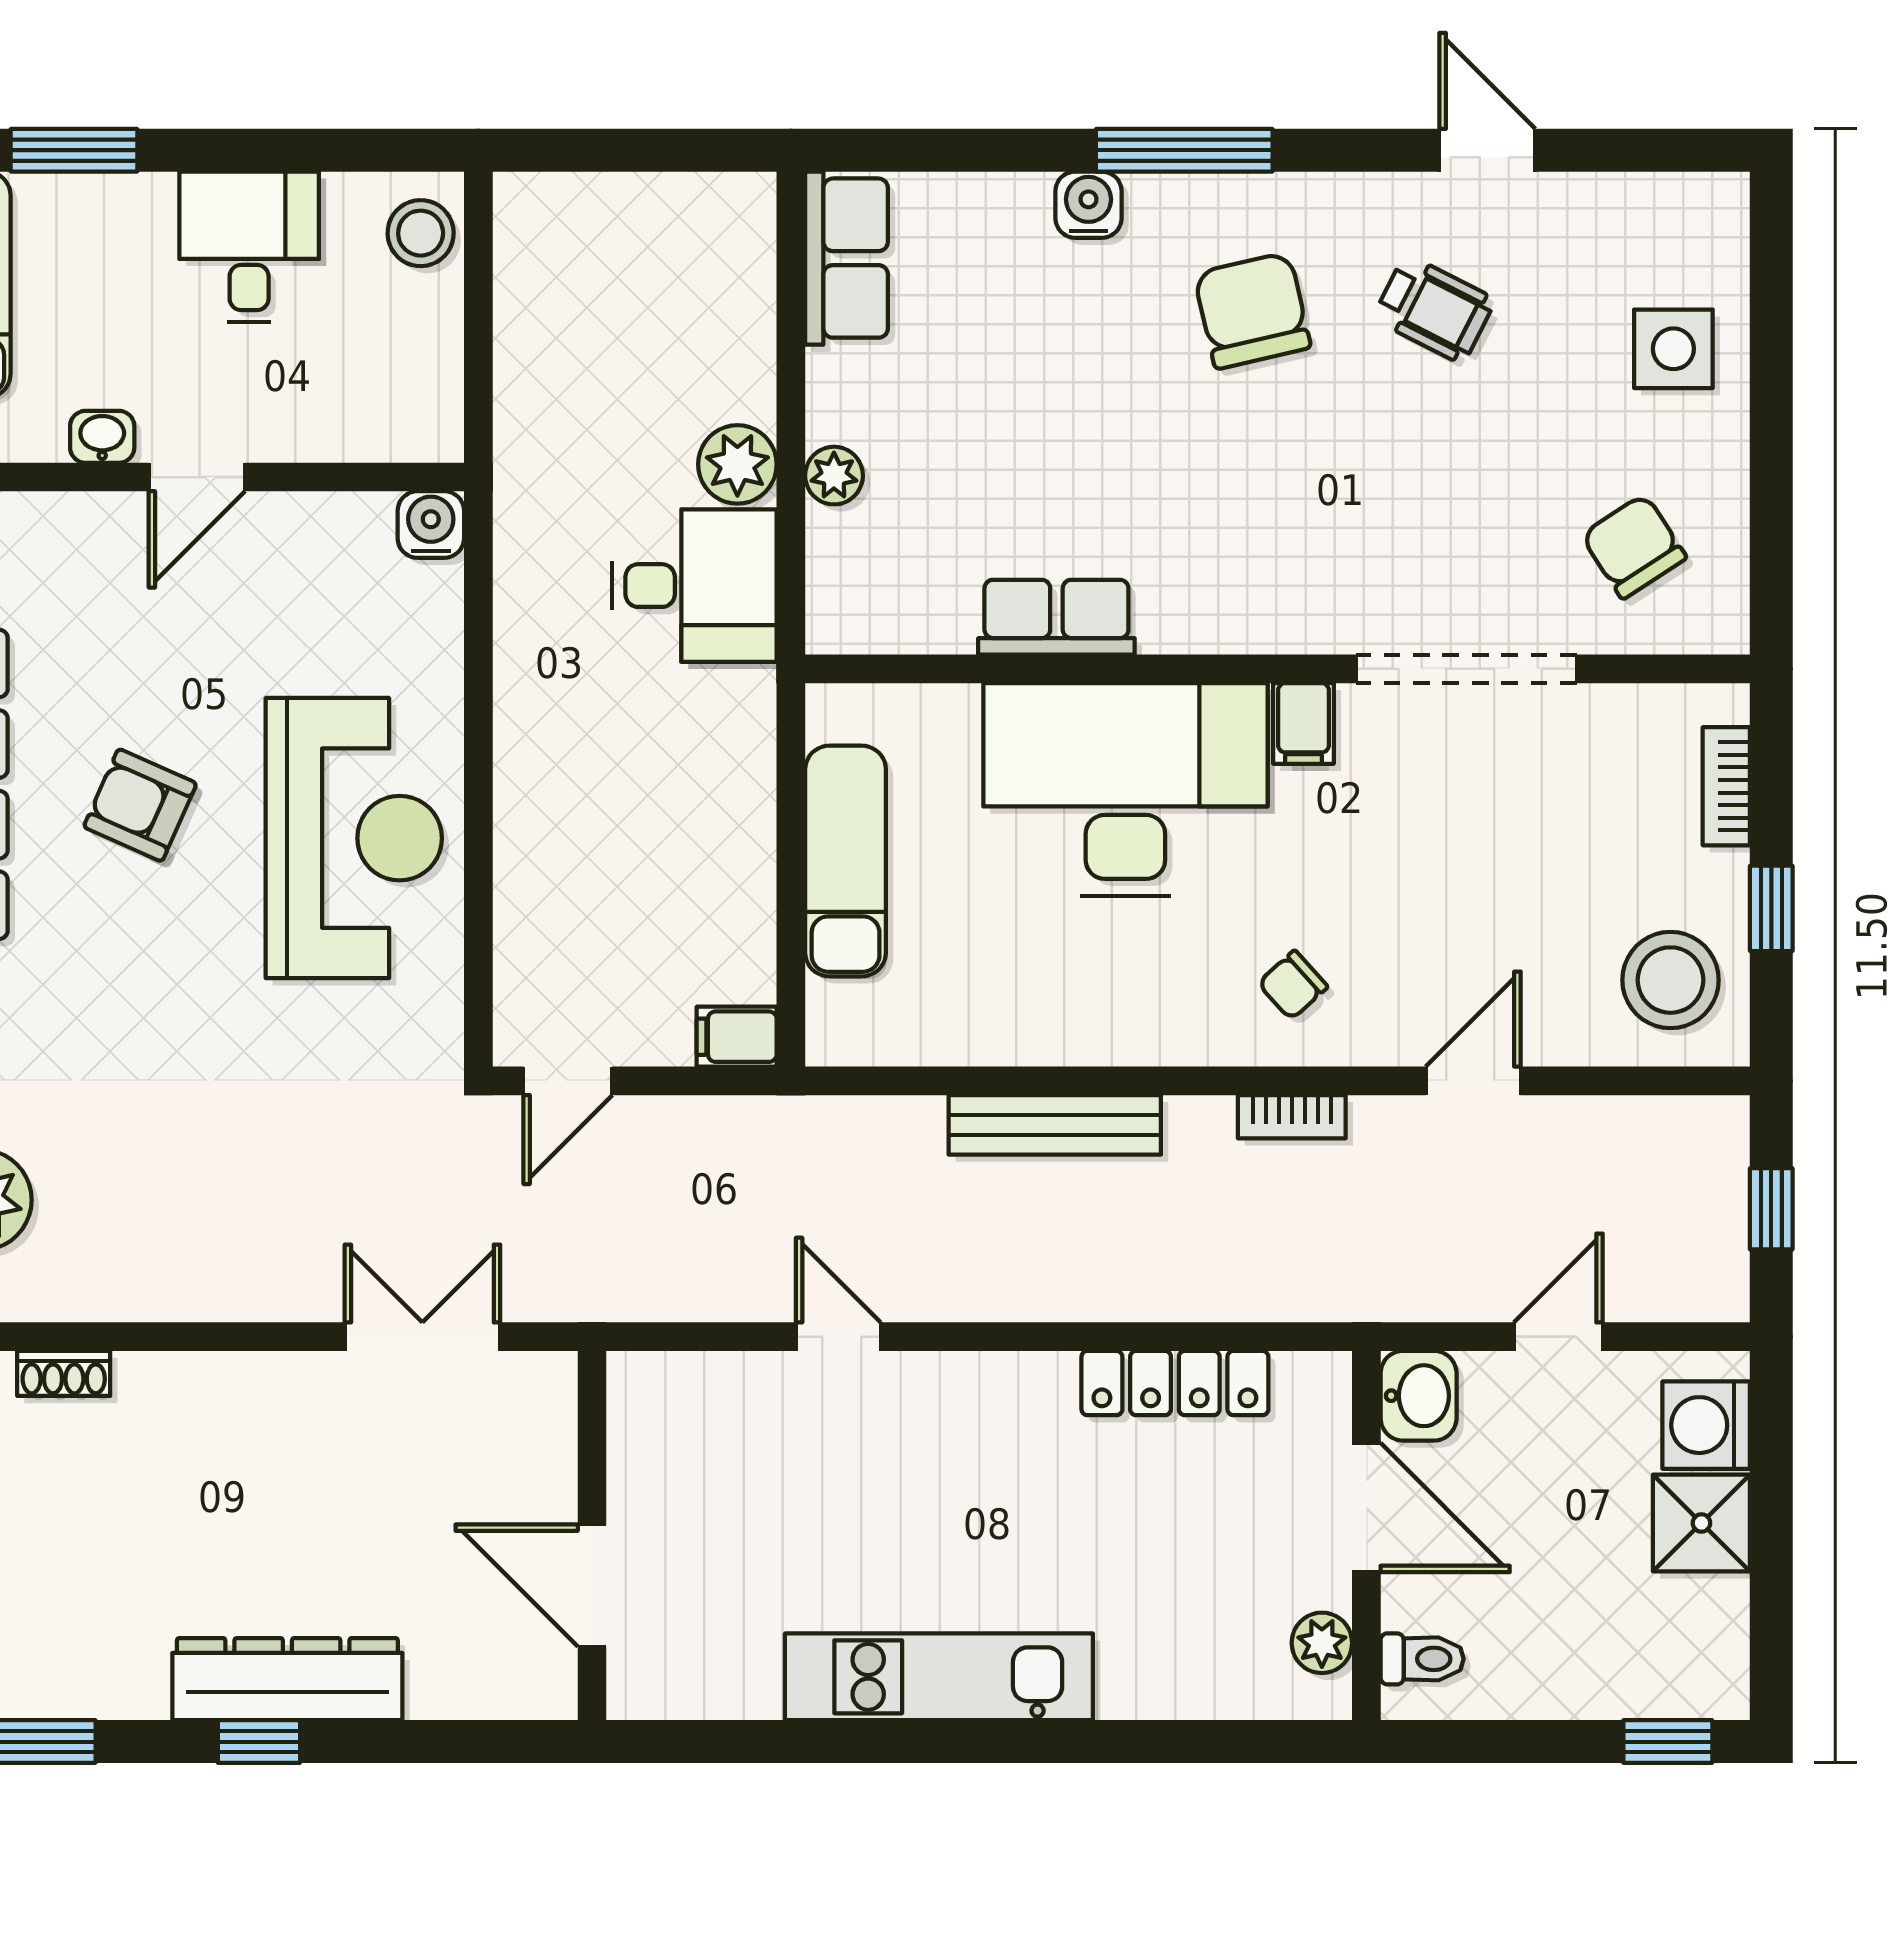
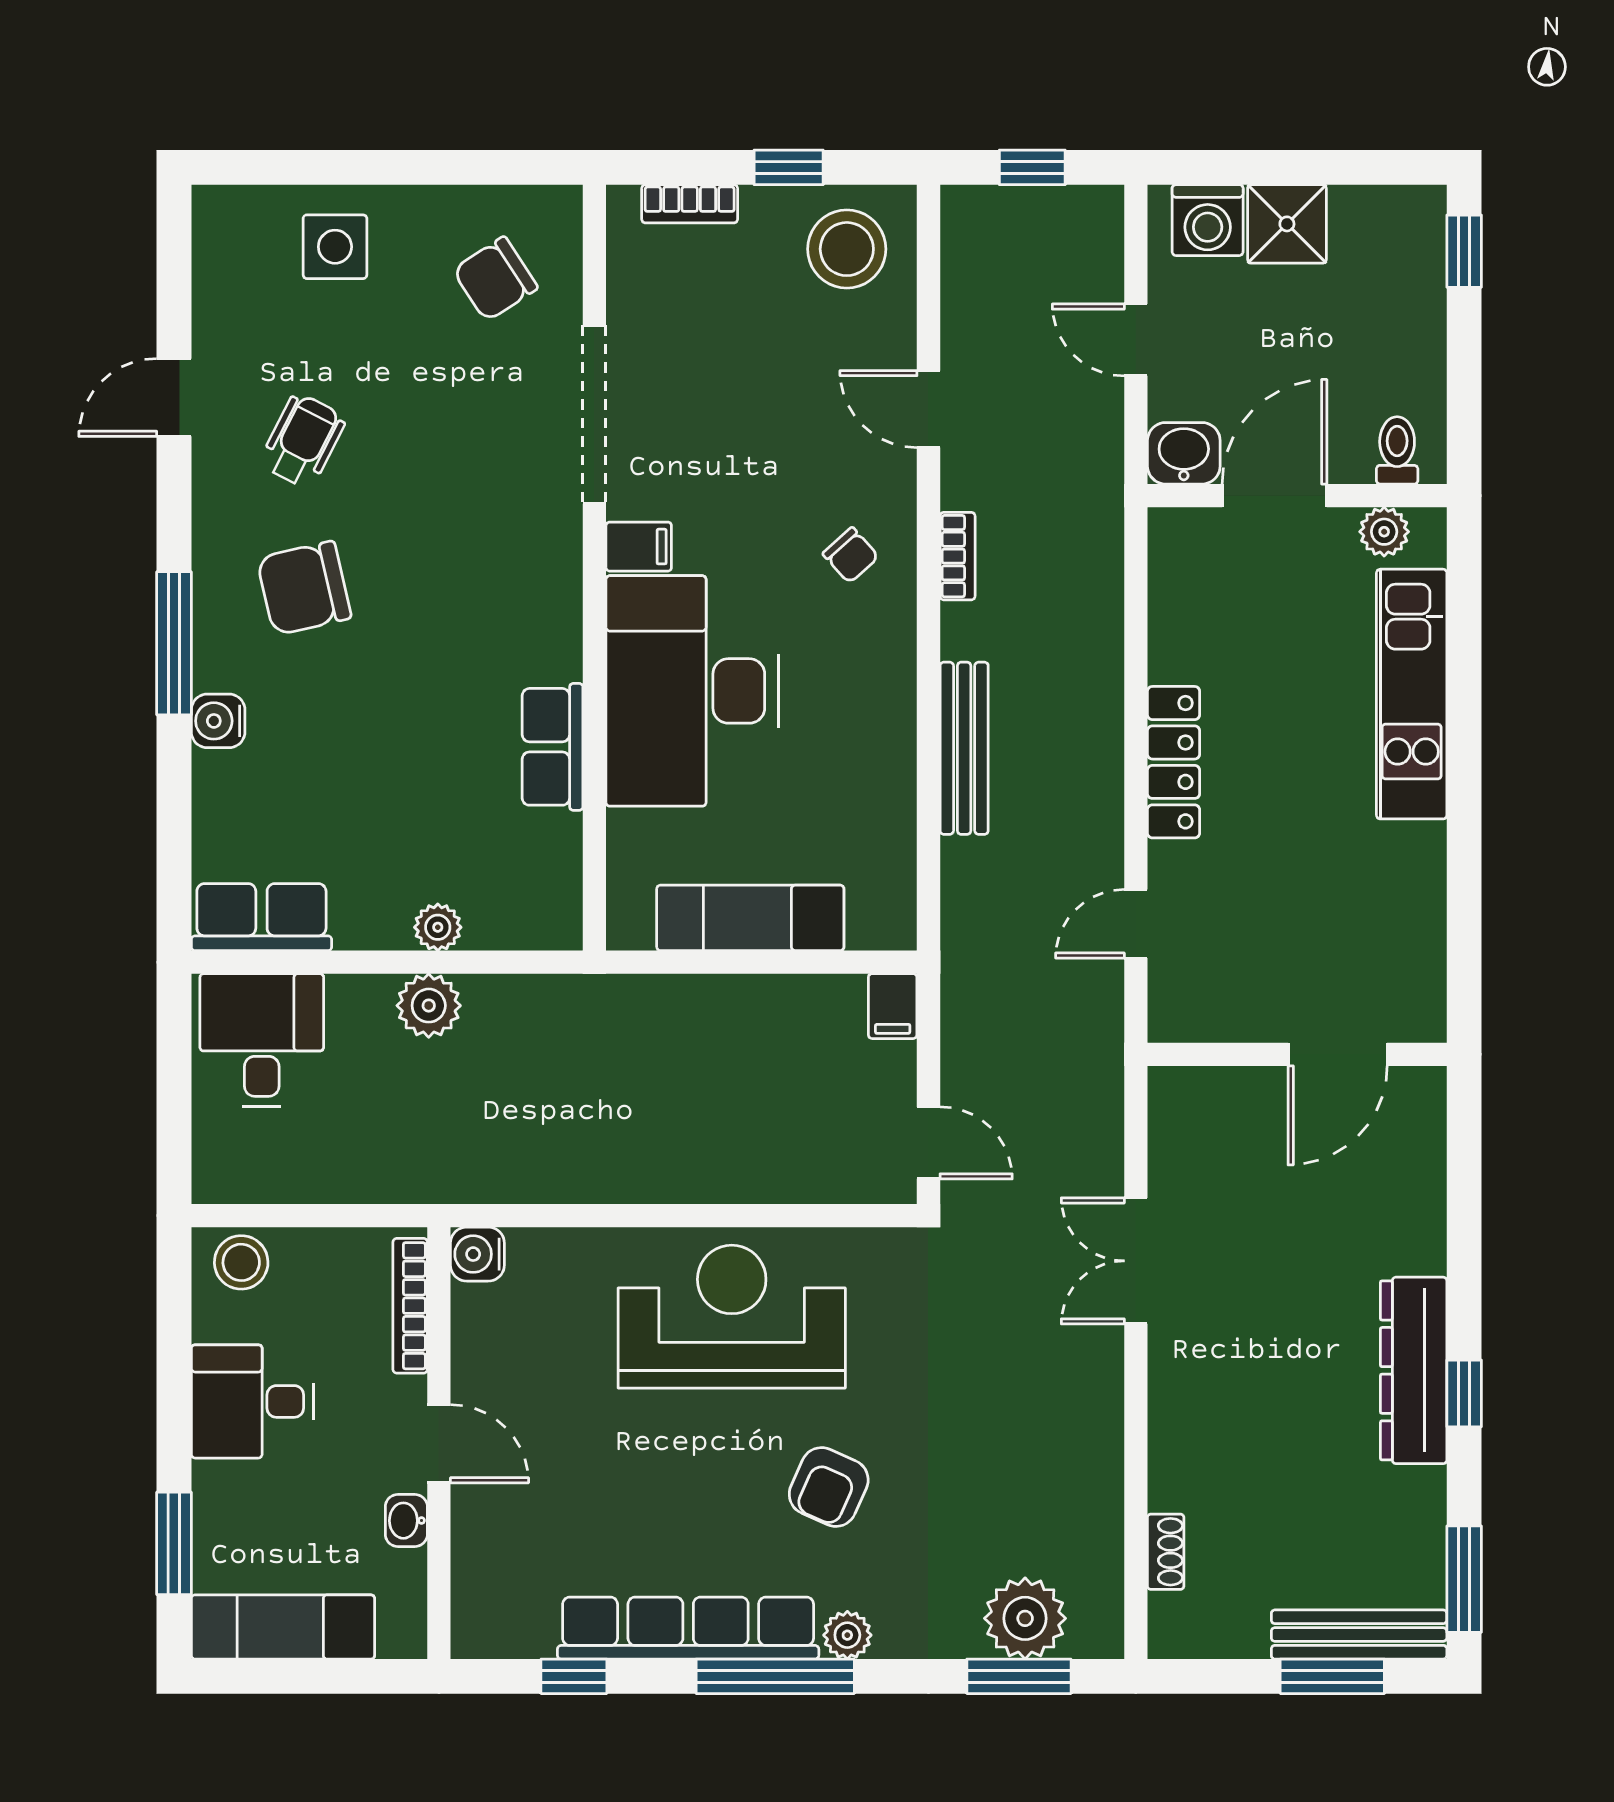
bookcase: (367, 442) -> (410, 1306), added
desk: (694, 586) -> (262, 1040), moved
armchair: (140, 805) -> (829, 1487), moved
locker: (1175, 1383) -> (1173, 762), moved
wall: (592, 1536) -> (1297, 1054), moved
door: (592, 1586) -> (1338, 1054), moved
kitchen unit: (939, 1677) -> (1412, 694), moved

